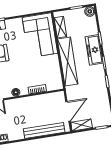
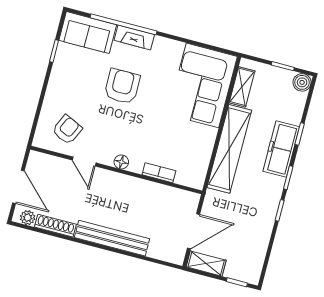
bench: (44, 130) -> (112, 238), moved

